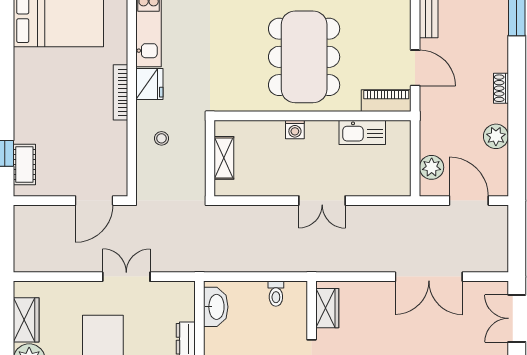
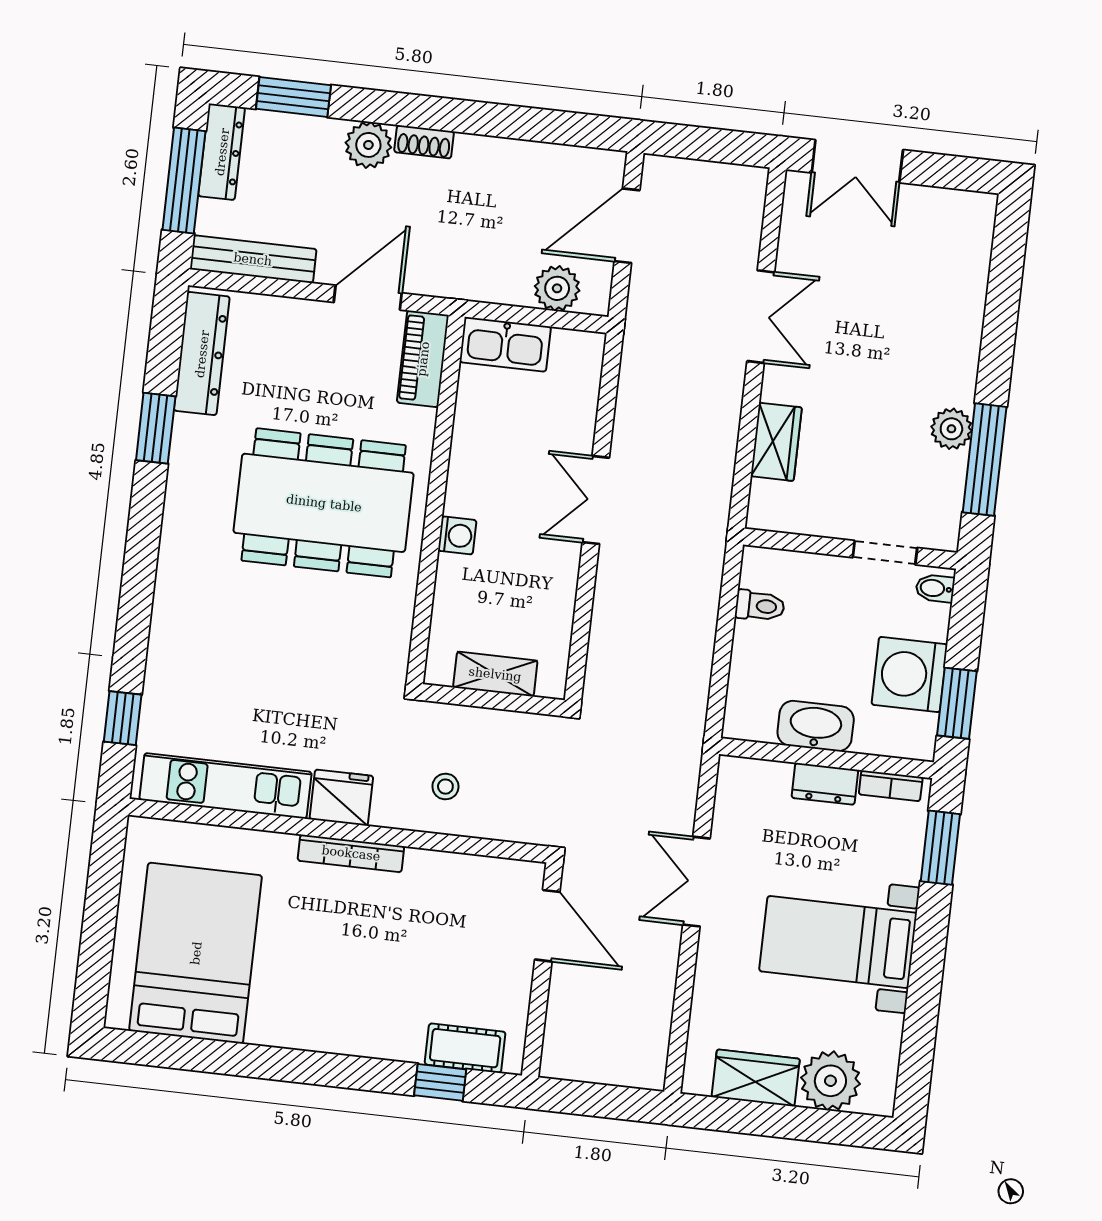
kitchen sink: (362, 132) -> (505, 344), moved, turned 90
plant: (496, 136) -> (368, 145), moved
double door: (322, 201) -> (596, 500), swing flipped
double door: (429, 277) -> (761, 317), width x0.73
washbasin: (216, 307) -> (816, 726), moved
wardrobe: (327, 308) -> (776, 442), moved, turned 90

